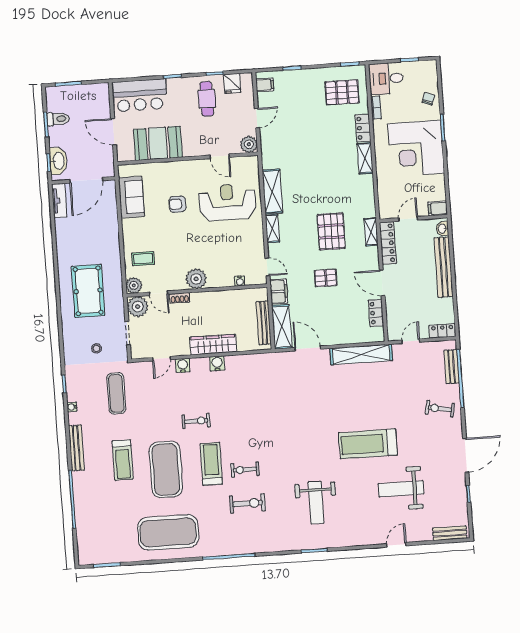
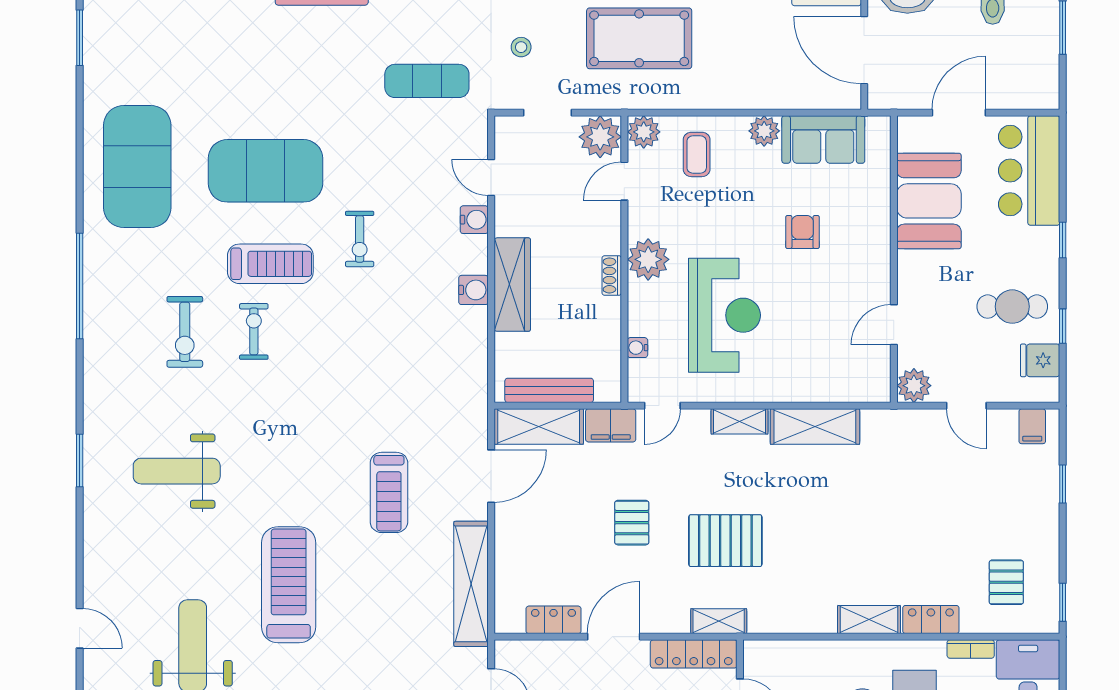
pallet: (342, 92) -> (1006, 582), width x0.67, depth x0.71
reception desk: (227, 202) -> (724, 315), moved
plant: (129, 226) -> (764, 131), added
shoe rack: (180, 298) -> (612, 275), moved
treadmill: (123, 460) -> (389, 492), moved, turned -90

